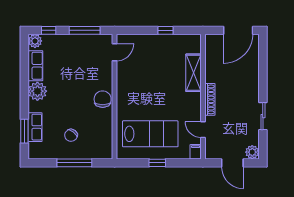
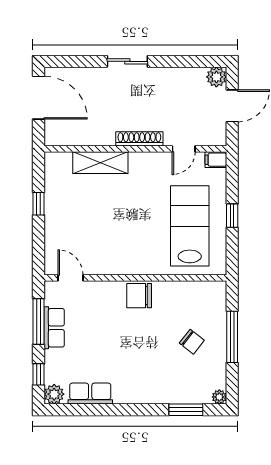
plant: (37, 91) -> (219, 397), moved, width x0.53, depth x0.53
sliding door: (263, 116) -> (127, 61), moved
row of seats: (35, 127) -> (54, 328), moved, turned 90

